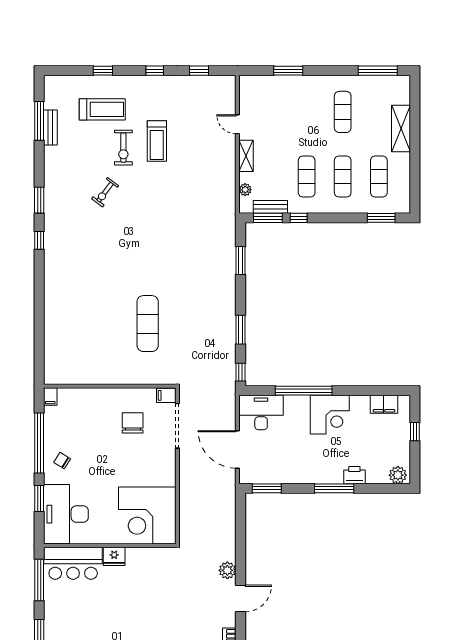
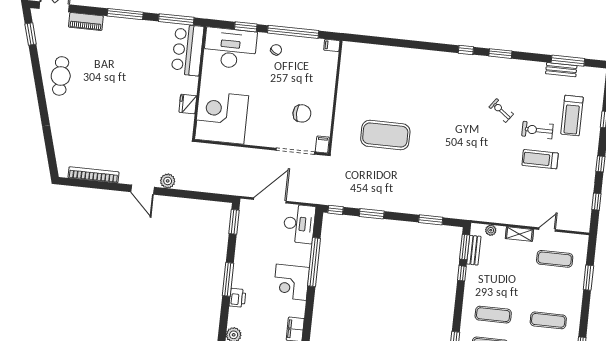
exercise mat: (307, 177) -> (555, 259), moved
exercise mat: (148, 324) -> (385, 135), width x1.47
fridge: (114, 556) -> (188, 104), moved

